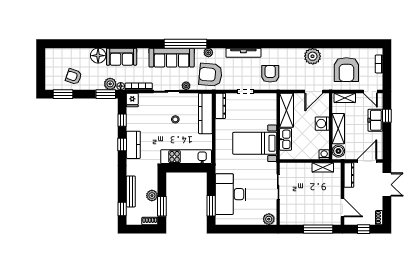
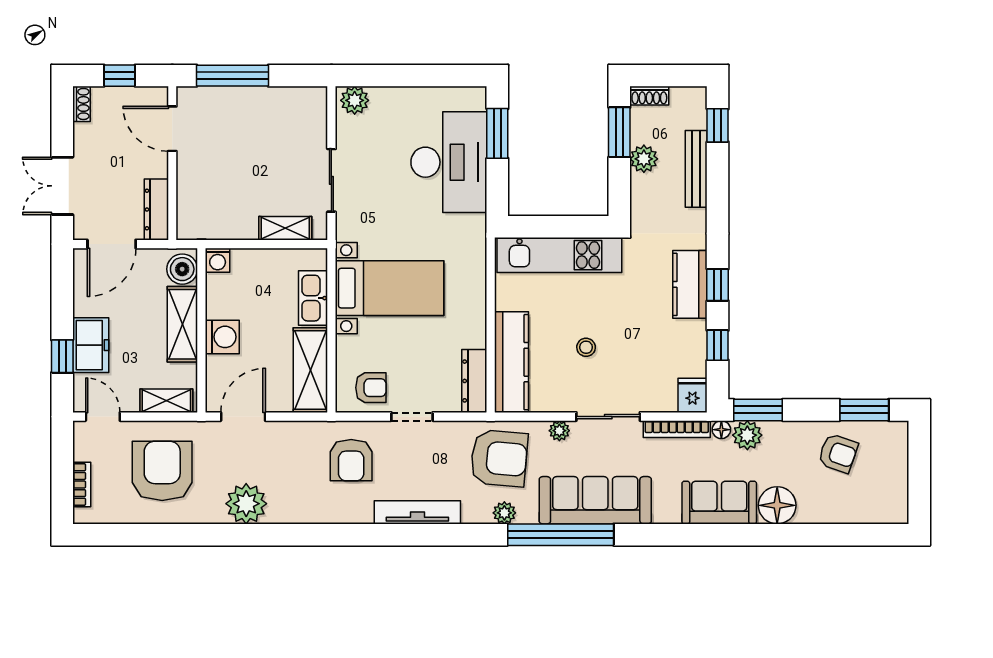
armchair: (262, 103) -> (371, 388), added
shelving: (323, 167) -> (285, 228), moved

